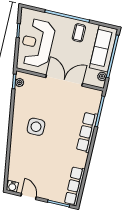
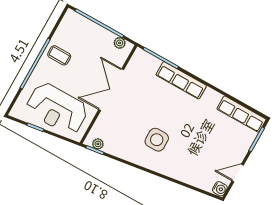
sofa: (104, 48) -> (87, 31), removed

